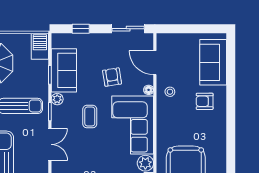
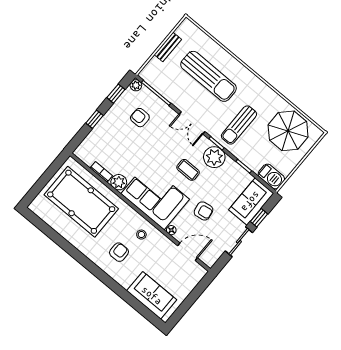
sliding door: (128, 29) -> (239, 242), moved
sofa: (64, 70) -> (251, 202), moved, turned 90
stool: (170, 92) -> (141, 235), moved
plant: (57, 99) -> (214, 157), width x1.88, depth x1.88
armchair: (205, 101) -> (119, 252), moved

